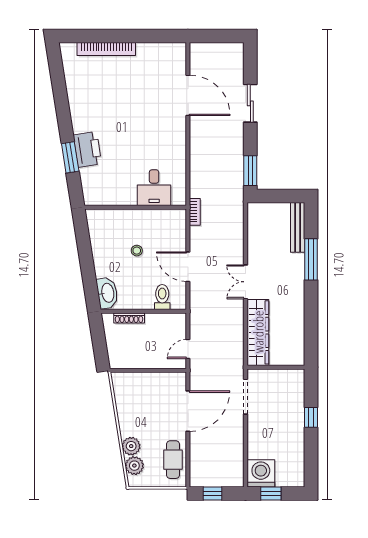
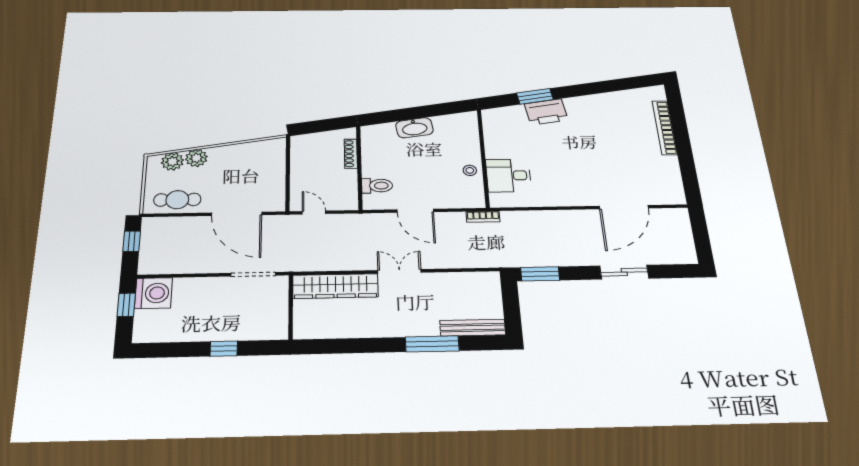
stool: (137, 251) -> (470, 170), moved
door: (188, 267) -> (415, 211), swing flipped
washbasin: (107, 293) -> (414, 128), moved

